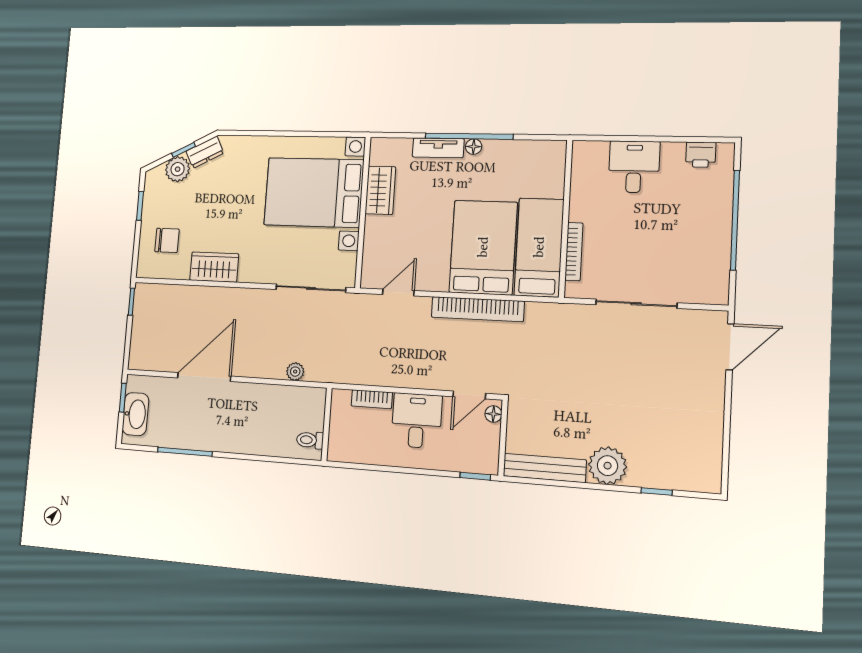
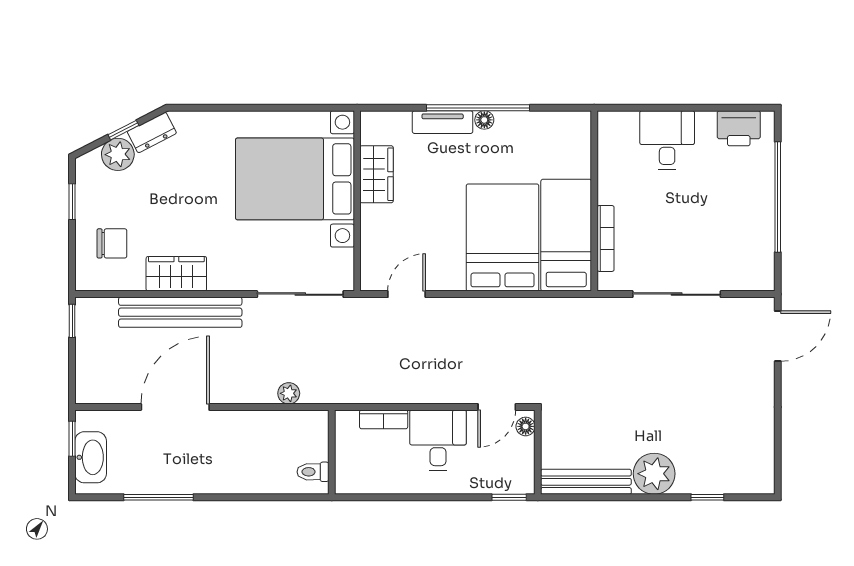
printer: (701, 155) -> (739, 128), width x1.36, depth x1.24
bench: (215, 299) -> (180, 312), added
bookcase: (478, 309) -> (500, 309), removed

